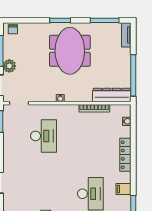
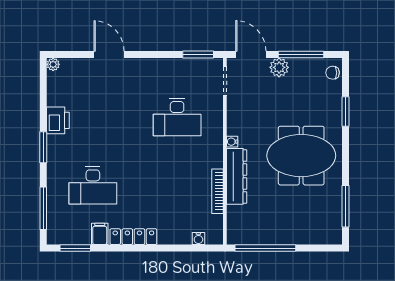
window: (60, 20) -> (345, 111), moved
tv unit: (126, 35) -> (324, 238), removed
dresser: (112, 95) -> (237, 176), moved
locker: (125, 155) -> (133, 237), moved

